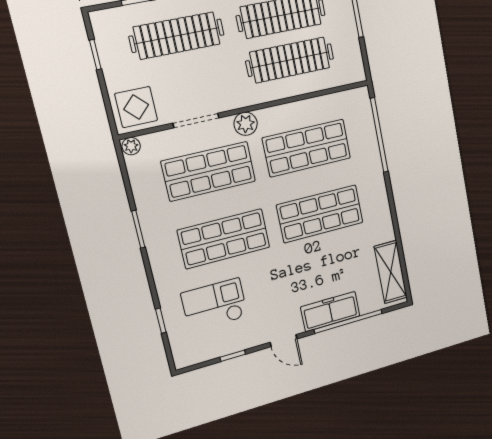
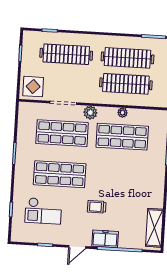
plant: (131, 146) -> (123, 113), moved
shop shelf: (320, 214) -> (120, 178), removed
trolley: (297, 270) -> (97, 207), added
checkout: (215, 305) -> (43, 211), turned 180
freezer: (330, 311) -> (105, 239), width x0.71
door: (284, 341) -> (77, 247), hinge flipped

